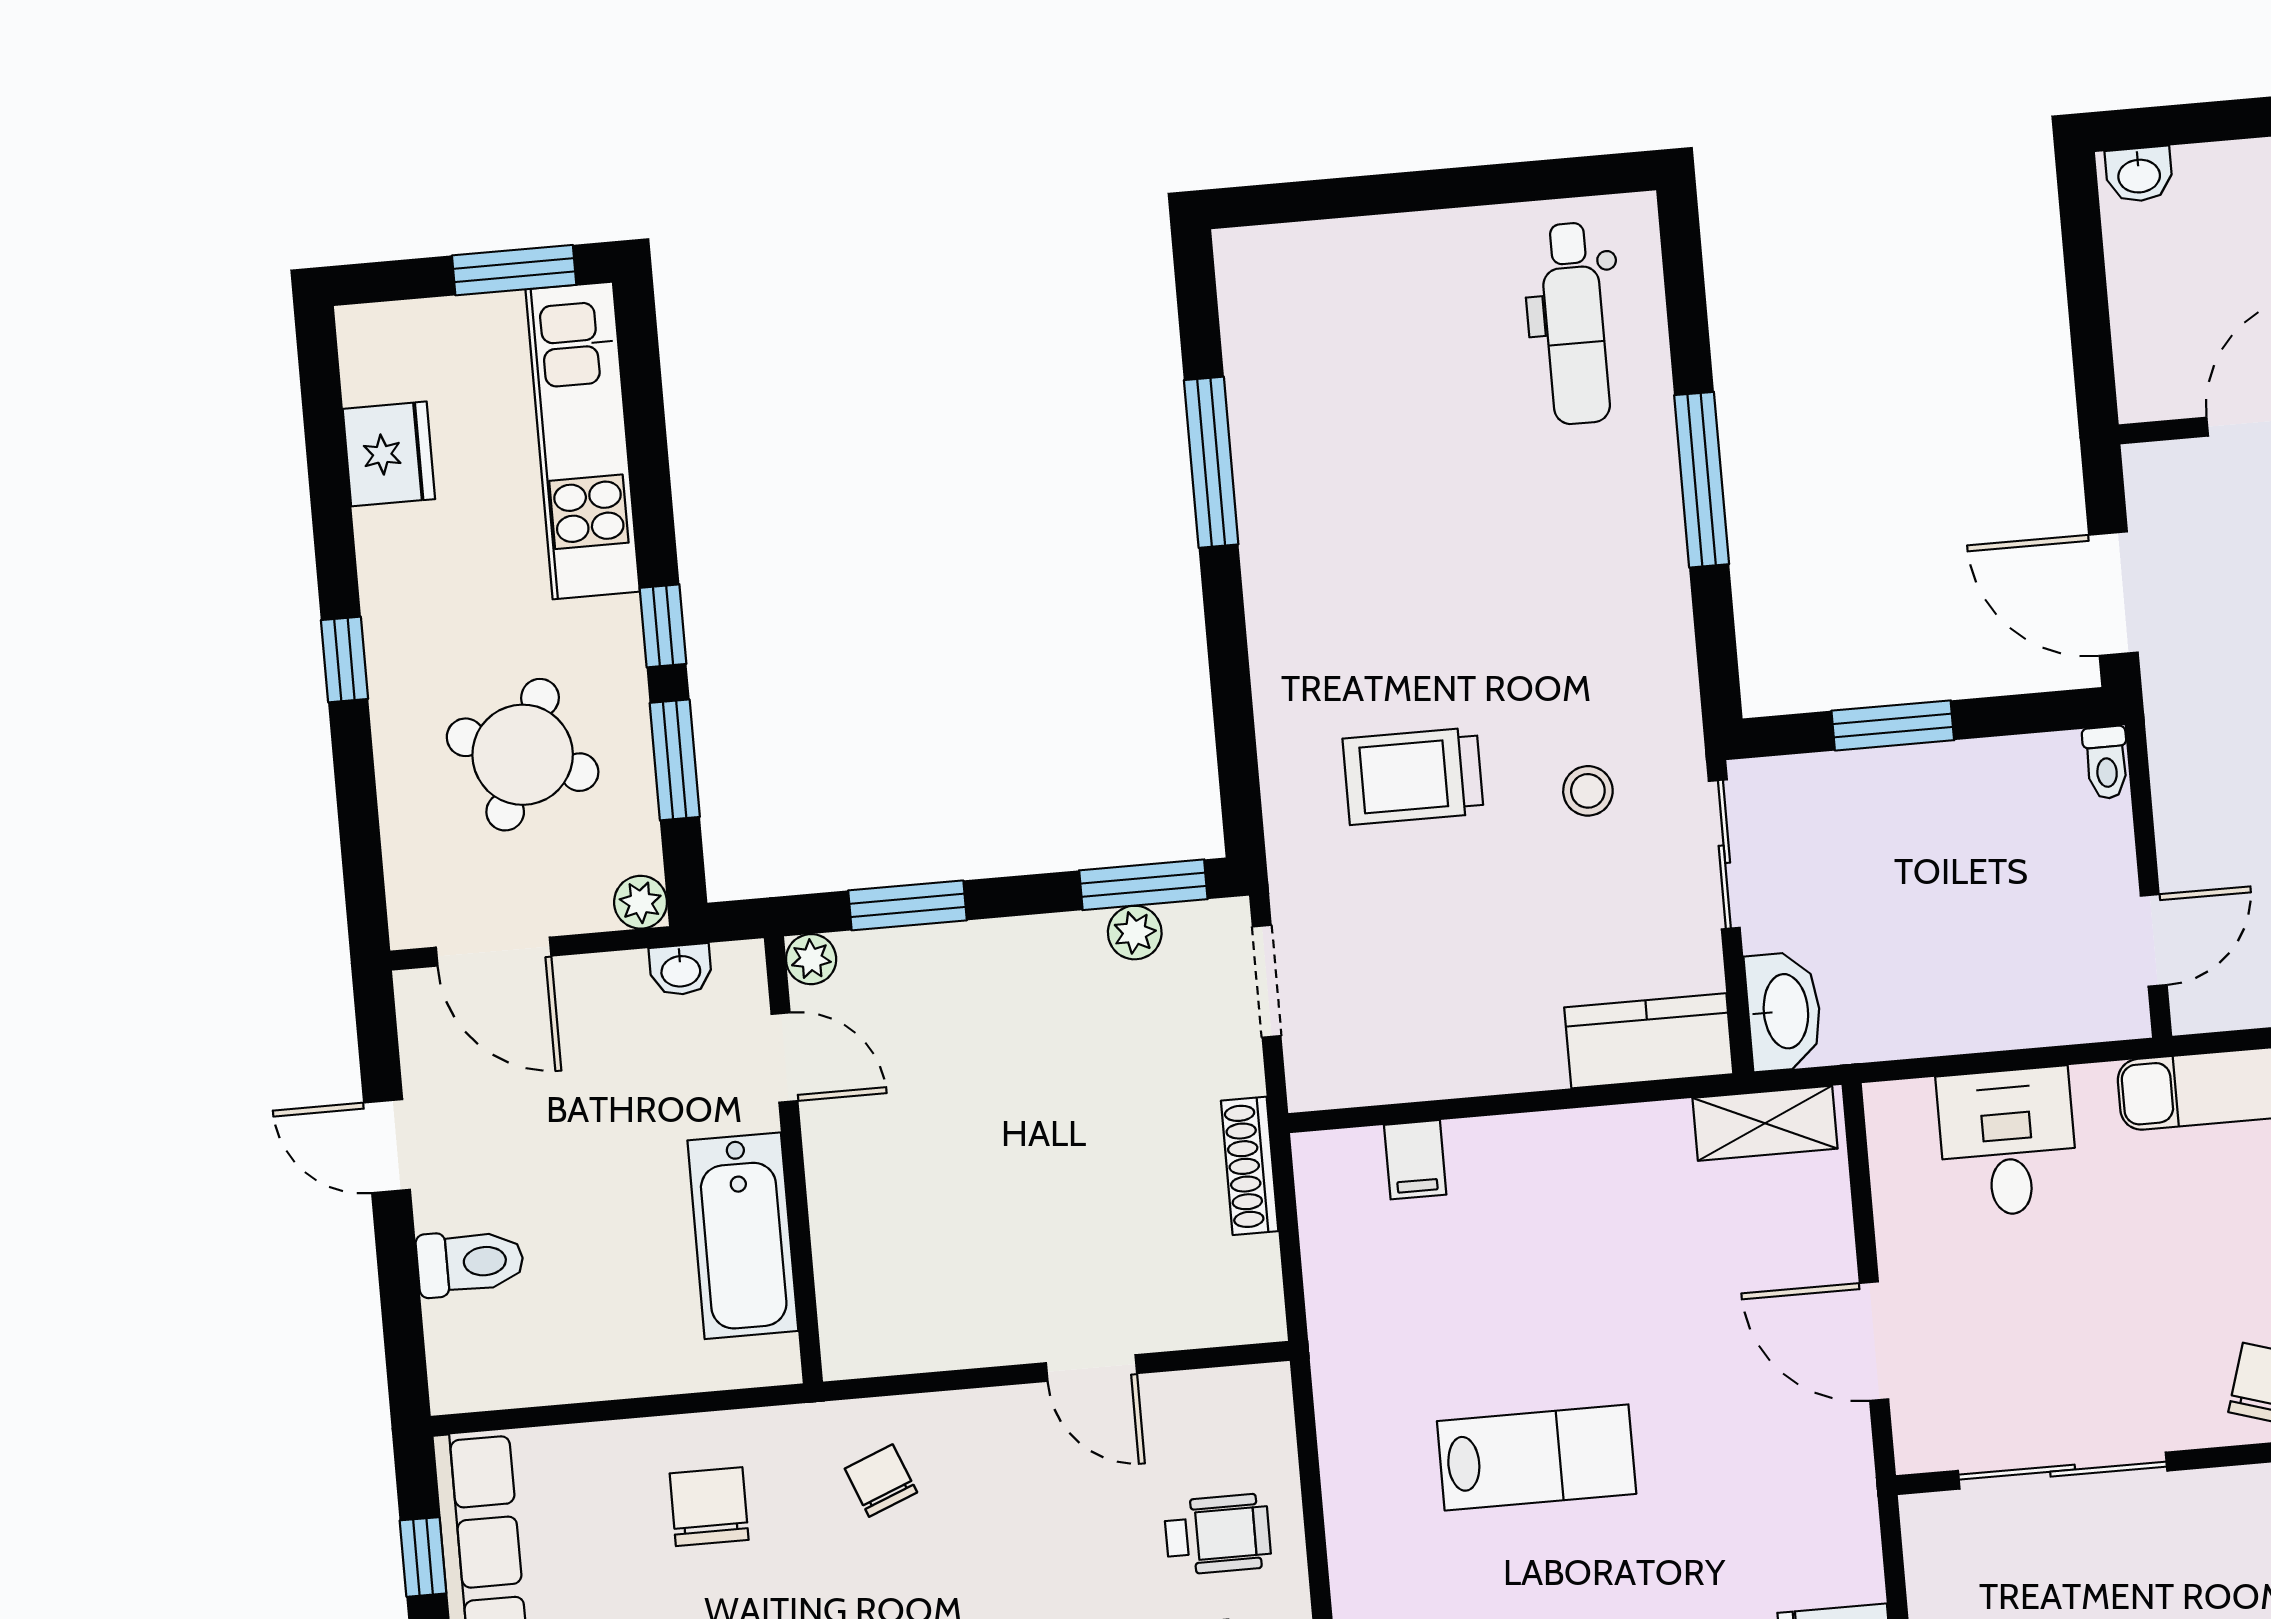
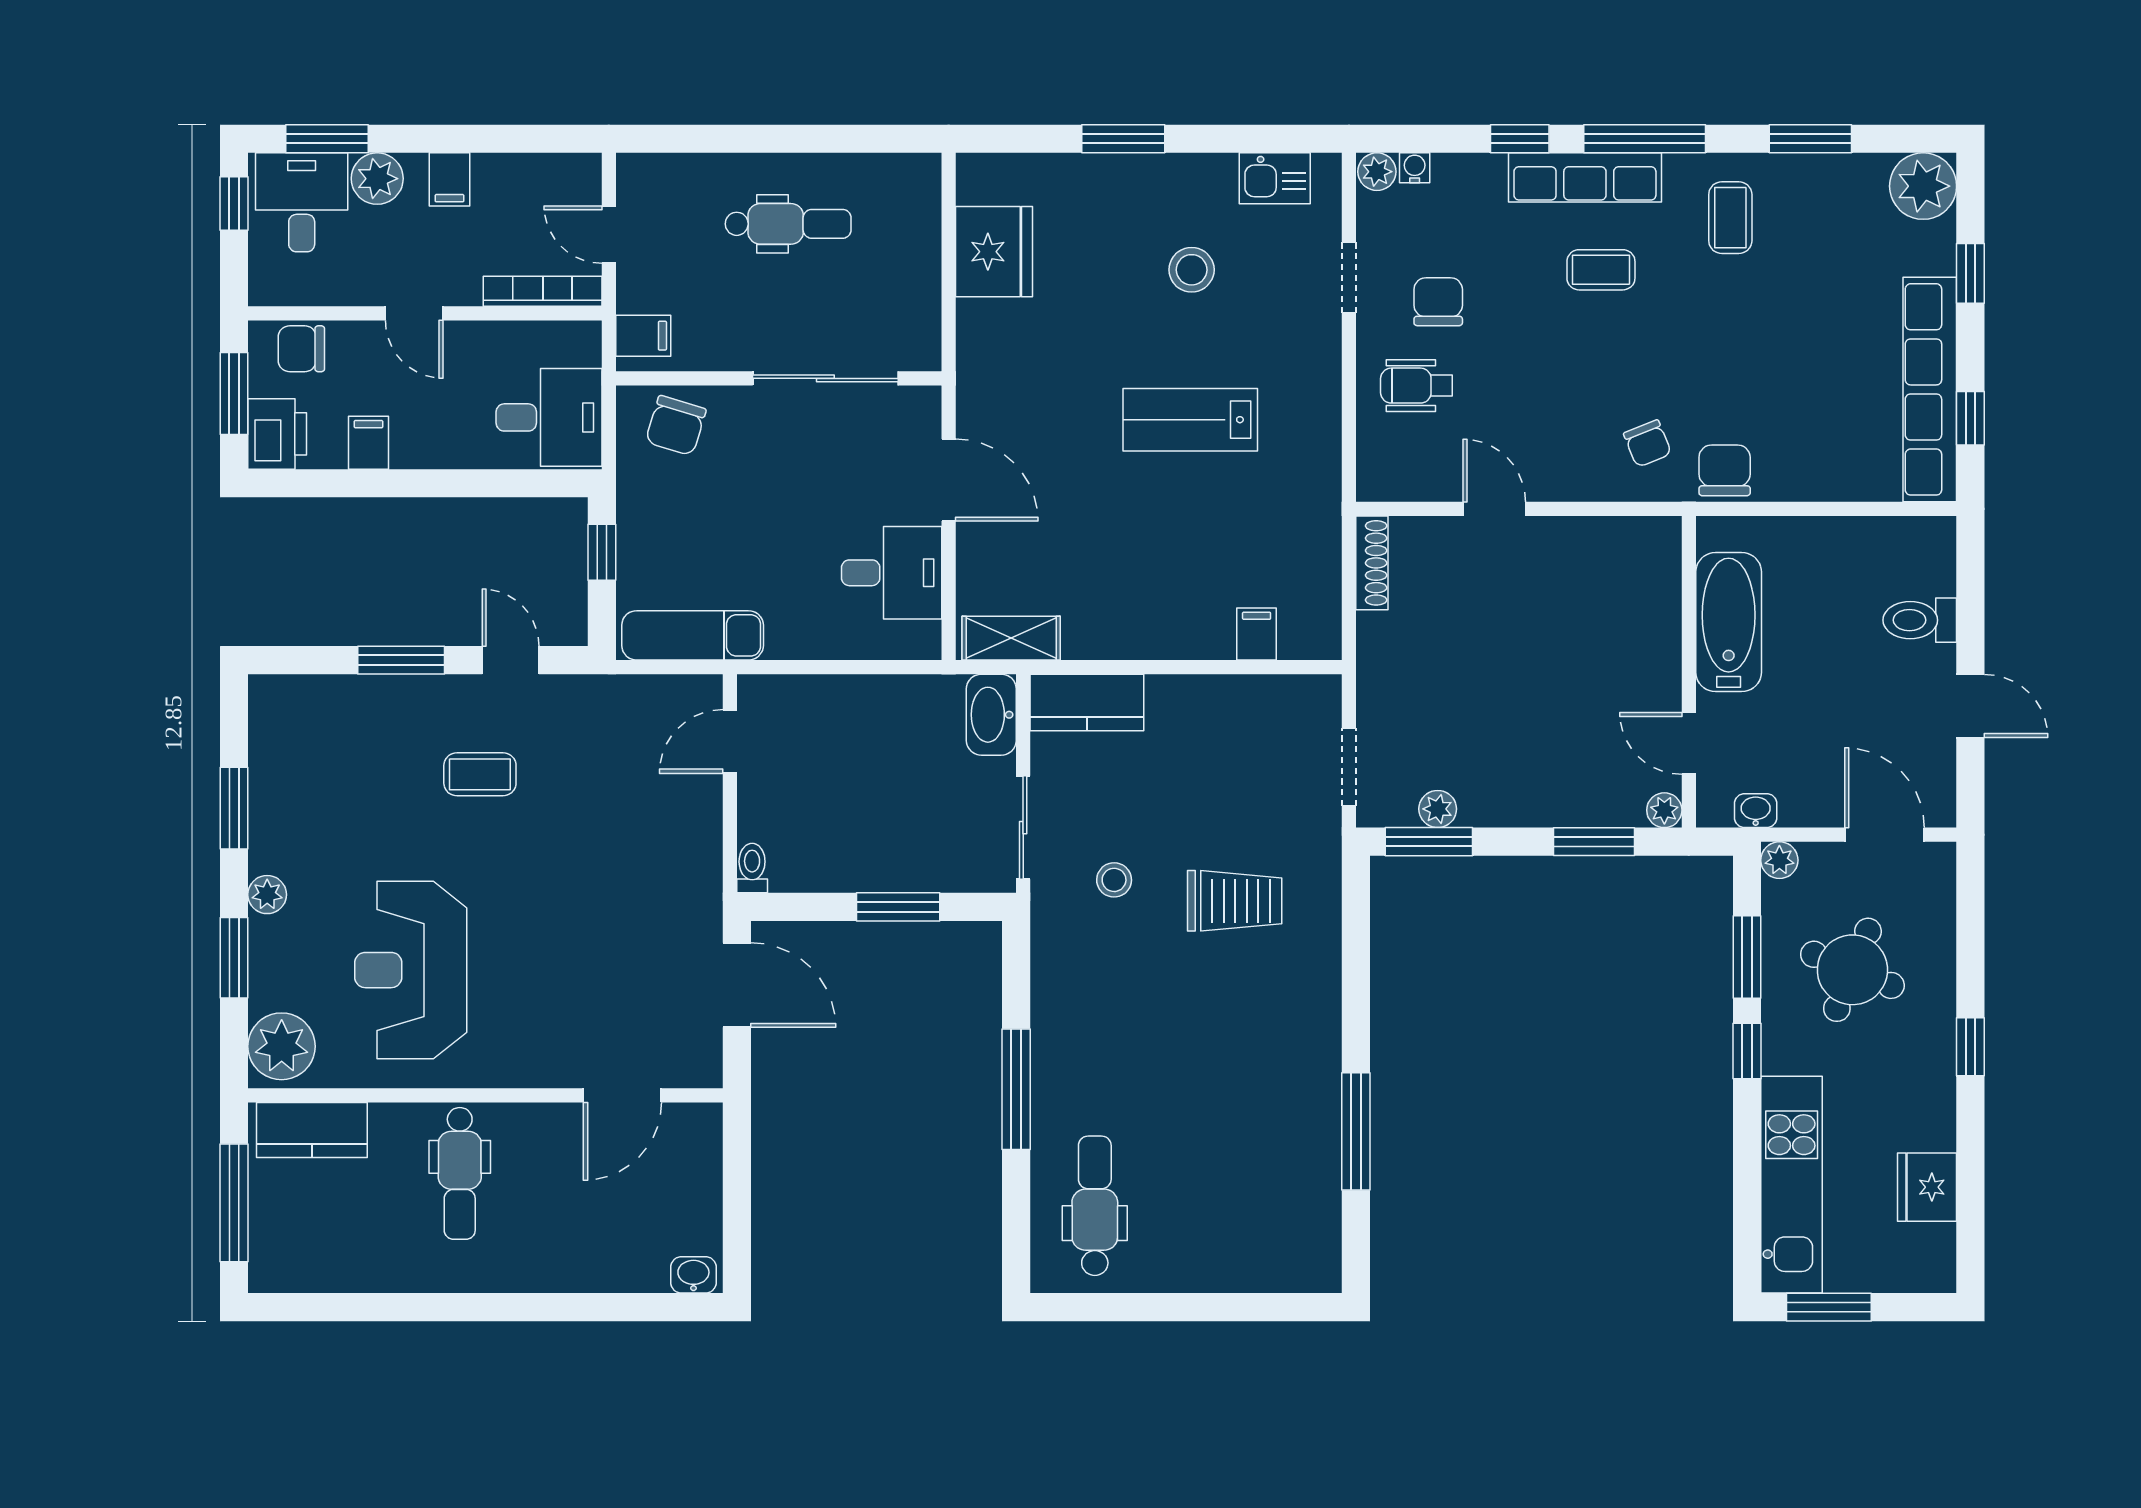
desk: (2008, 1142) -> (892, 573), moved, turned -90
shoe rack: (1250, 1166) -> (1372, 563), moved
chair: (709, 1507) -> (1725, 470), moved, turned 180

